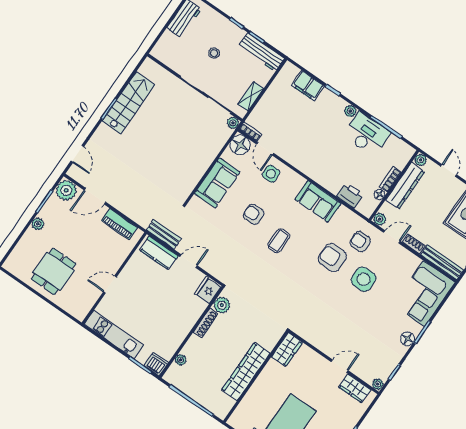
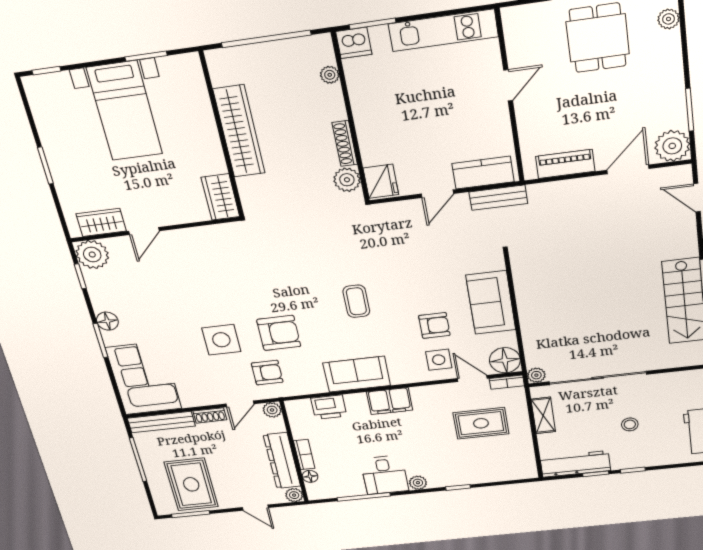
filing cabinet: (308, 86) -> (390, 401), moved, turned 180
rug: (285, 119) -> (481, 423), added
desk: (367, 134) -> (385, 475), width x0.73
floor lamp: (379, 194) -> (310, 476), moved
armchair: (254, 214) -> (434, 325), moved
plant: (38, 224) -> (668, 19), moved
plant: (378, 384) -> (92, 255), width x1.87, depth x1.87

